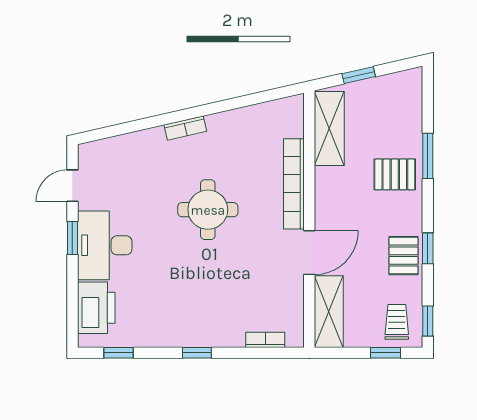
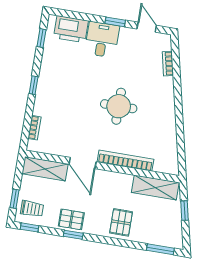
bookcase: (185, 128) -> (168, 64), moved
window: (428, 156) -> (160, 249), moved
desk: (105, 245) -> (102, 40), width x0.73

